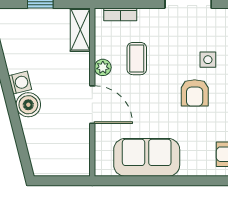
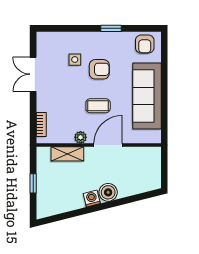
shelving: (80, 30) -> (67, 154), moved
coffee table: (137, 59) -> (98, 106), moved
sofa: (147, 157) -> (147, 96), width x1.36

